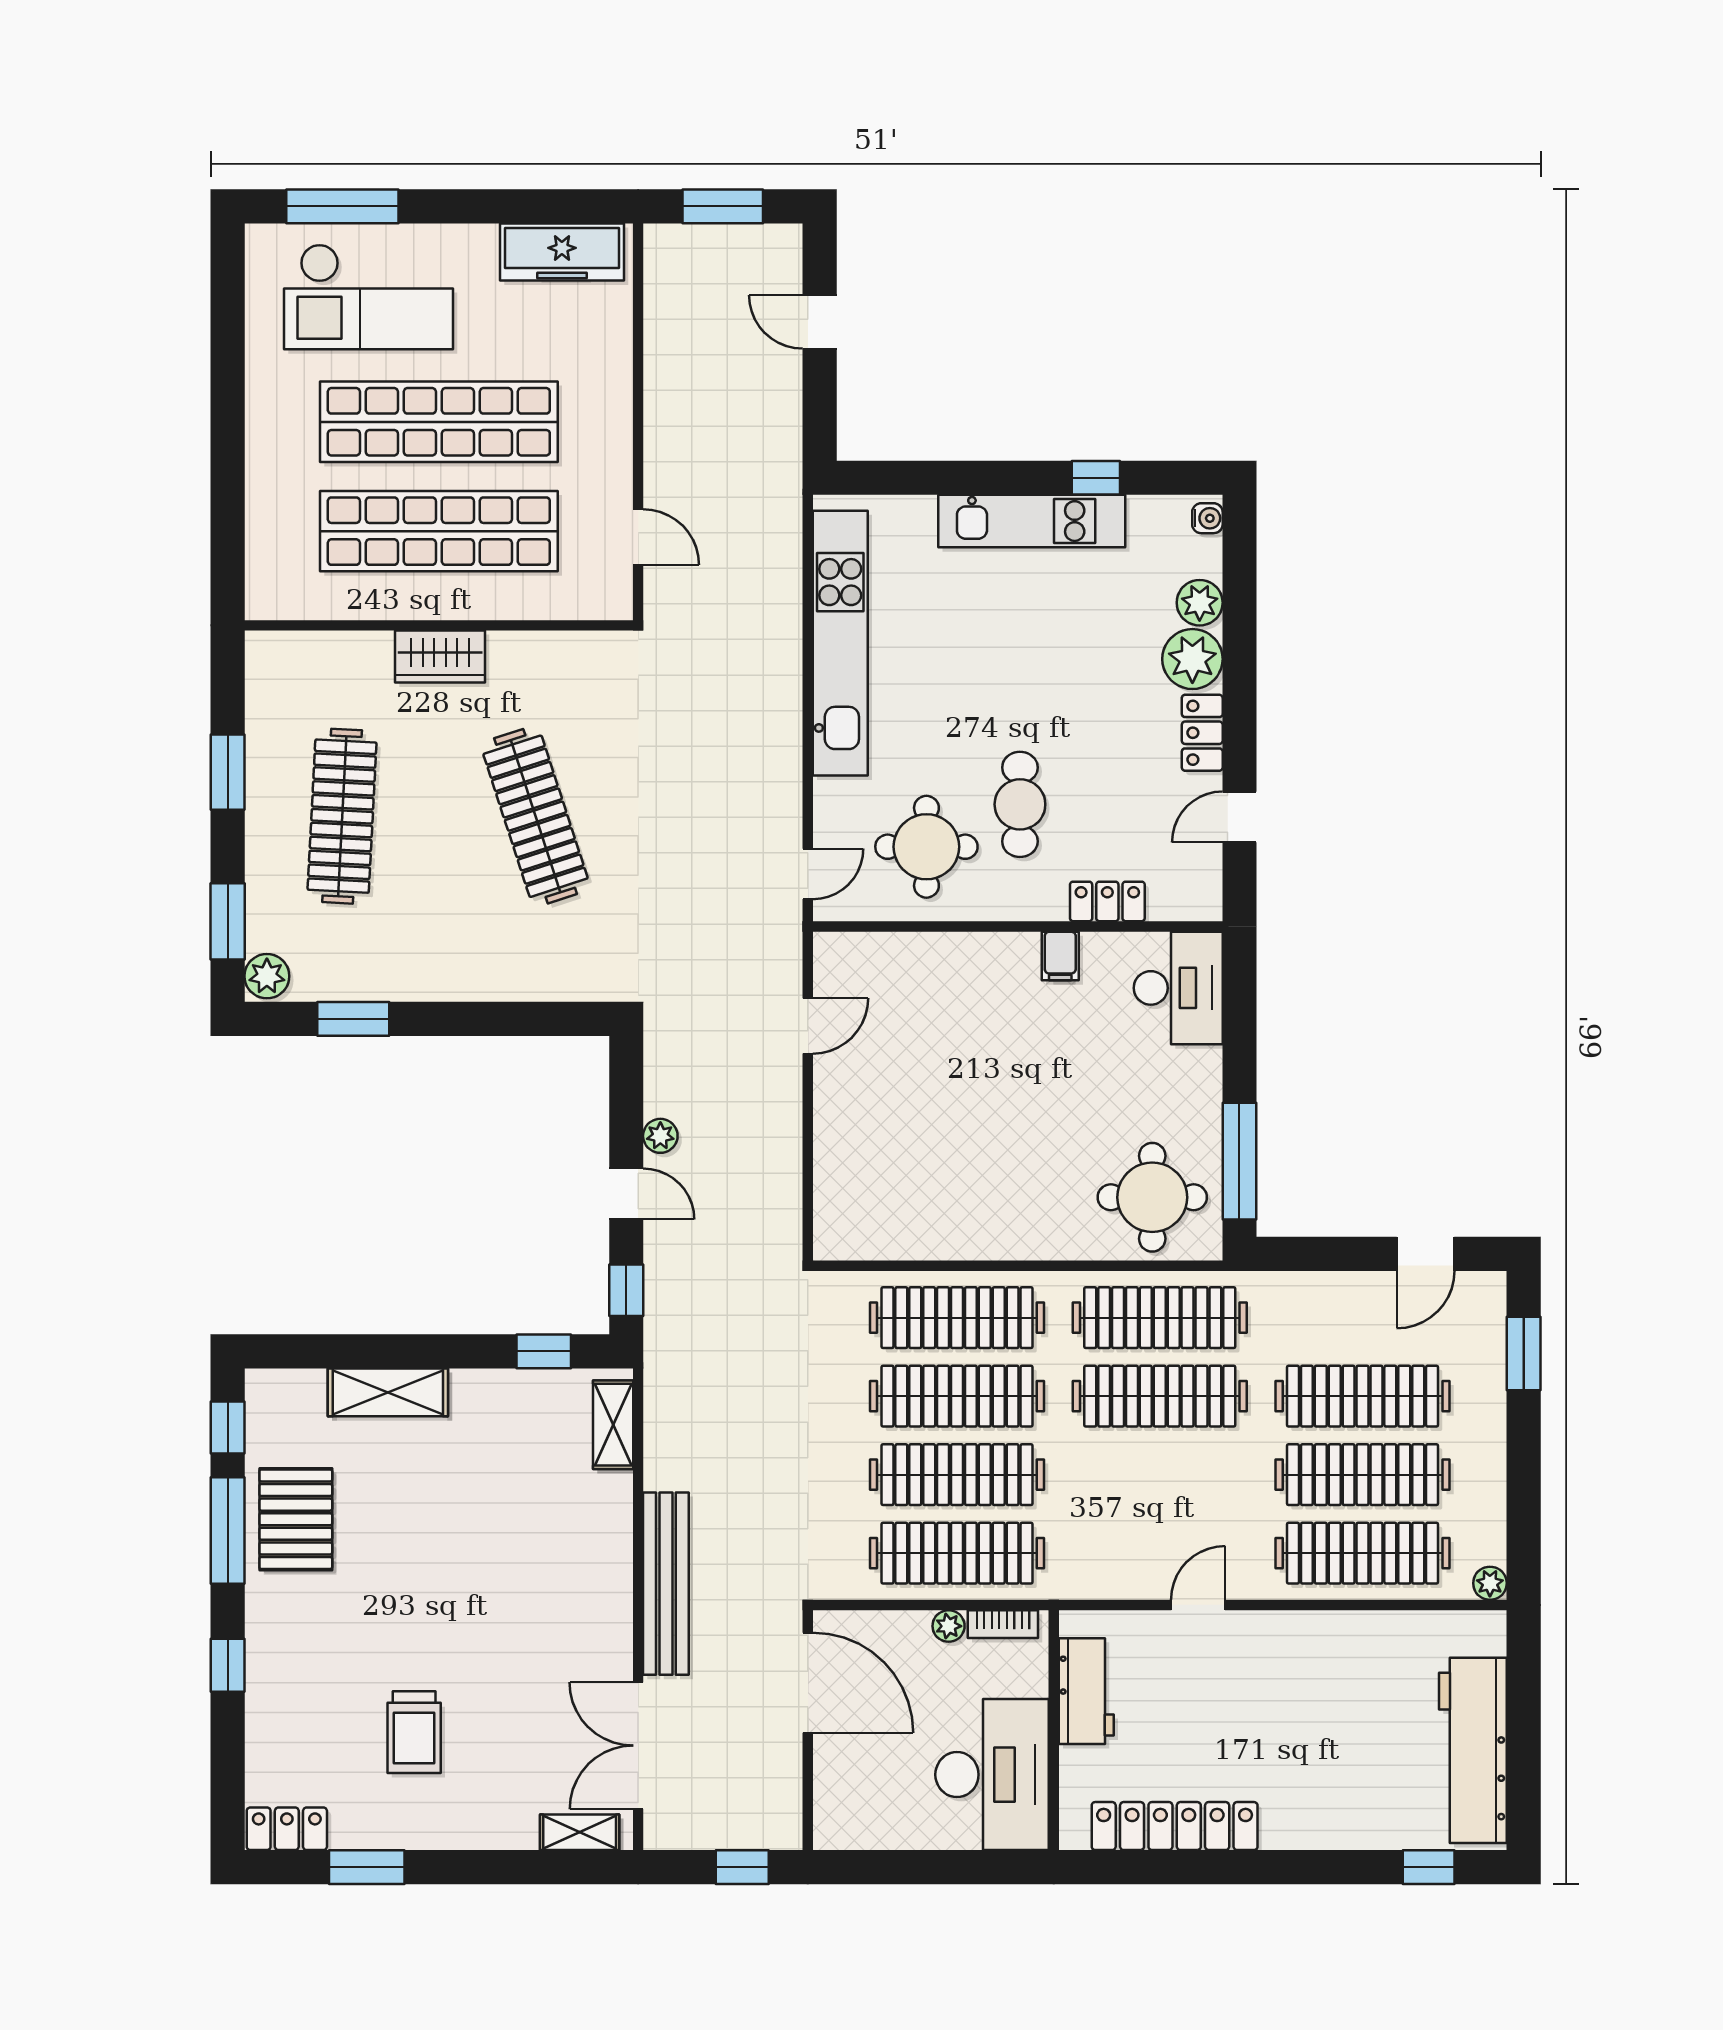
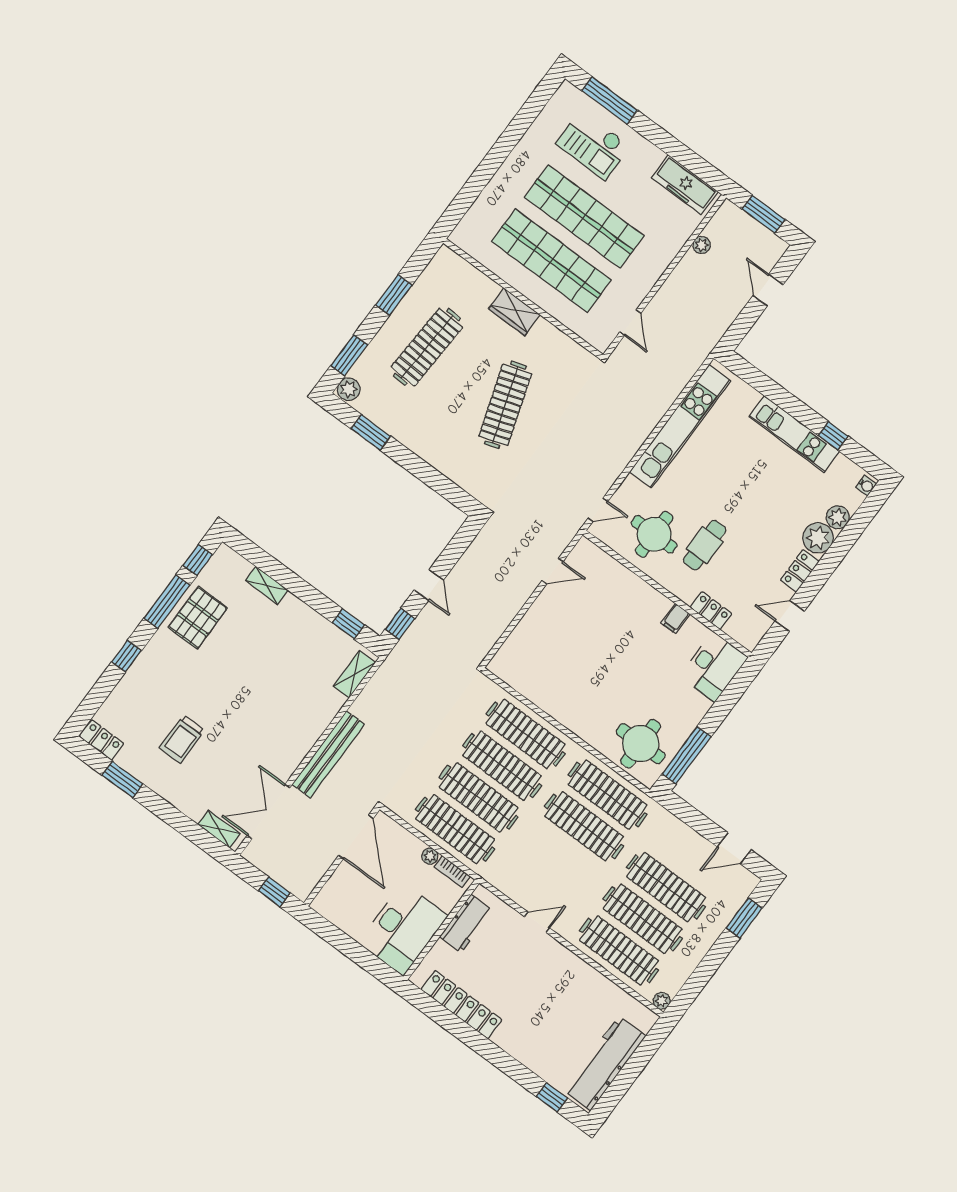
checkout: (368, 297) -> (593, 145), width x0.73, depth x0.83
plant: (660, 1136) -> (702, 245), moved
shelving: (388, 1392) -> (267, 585), width x0.67, depth x0.75

